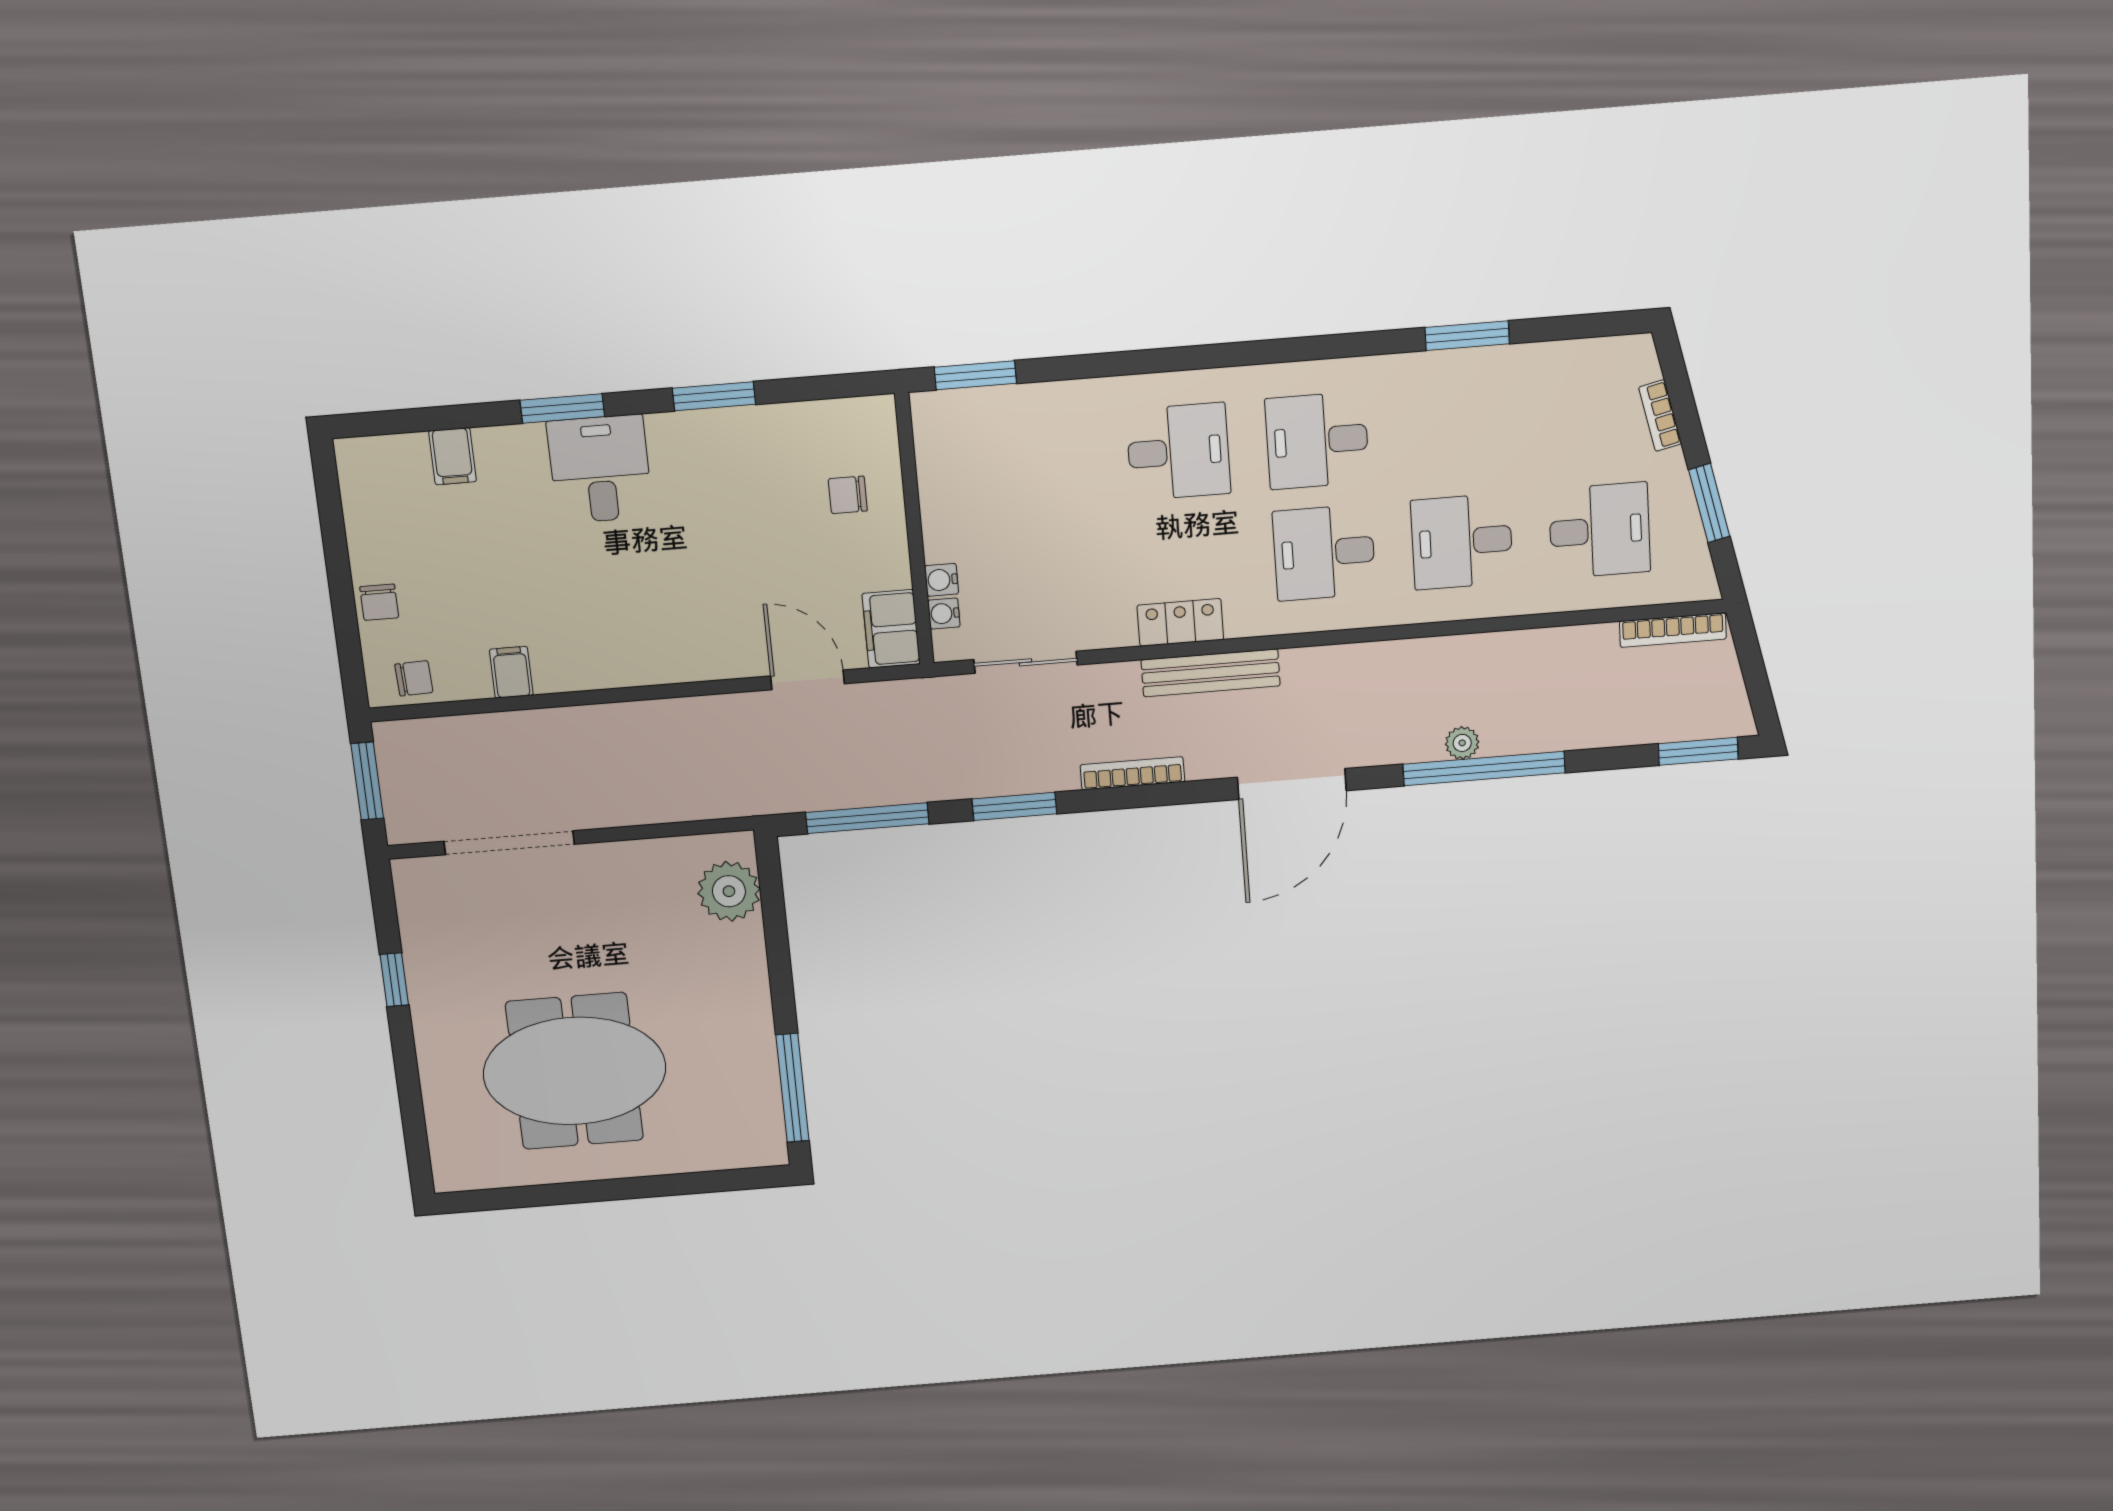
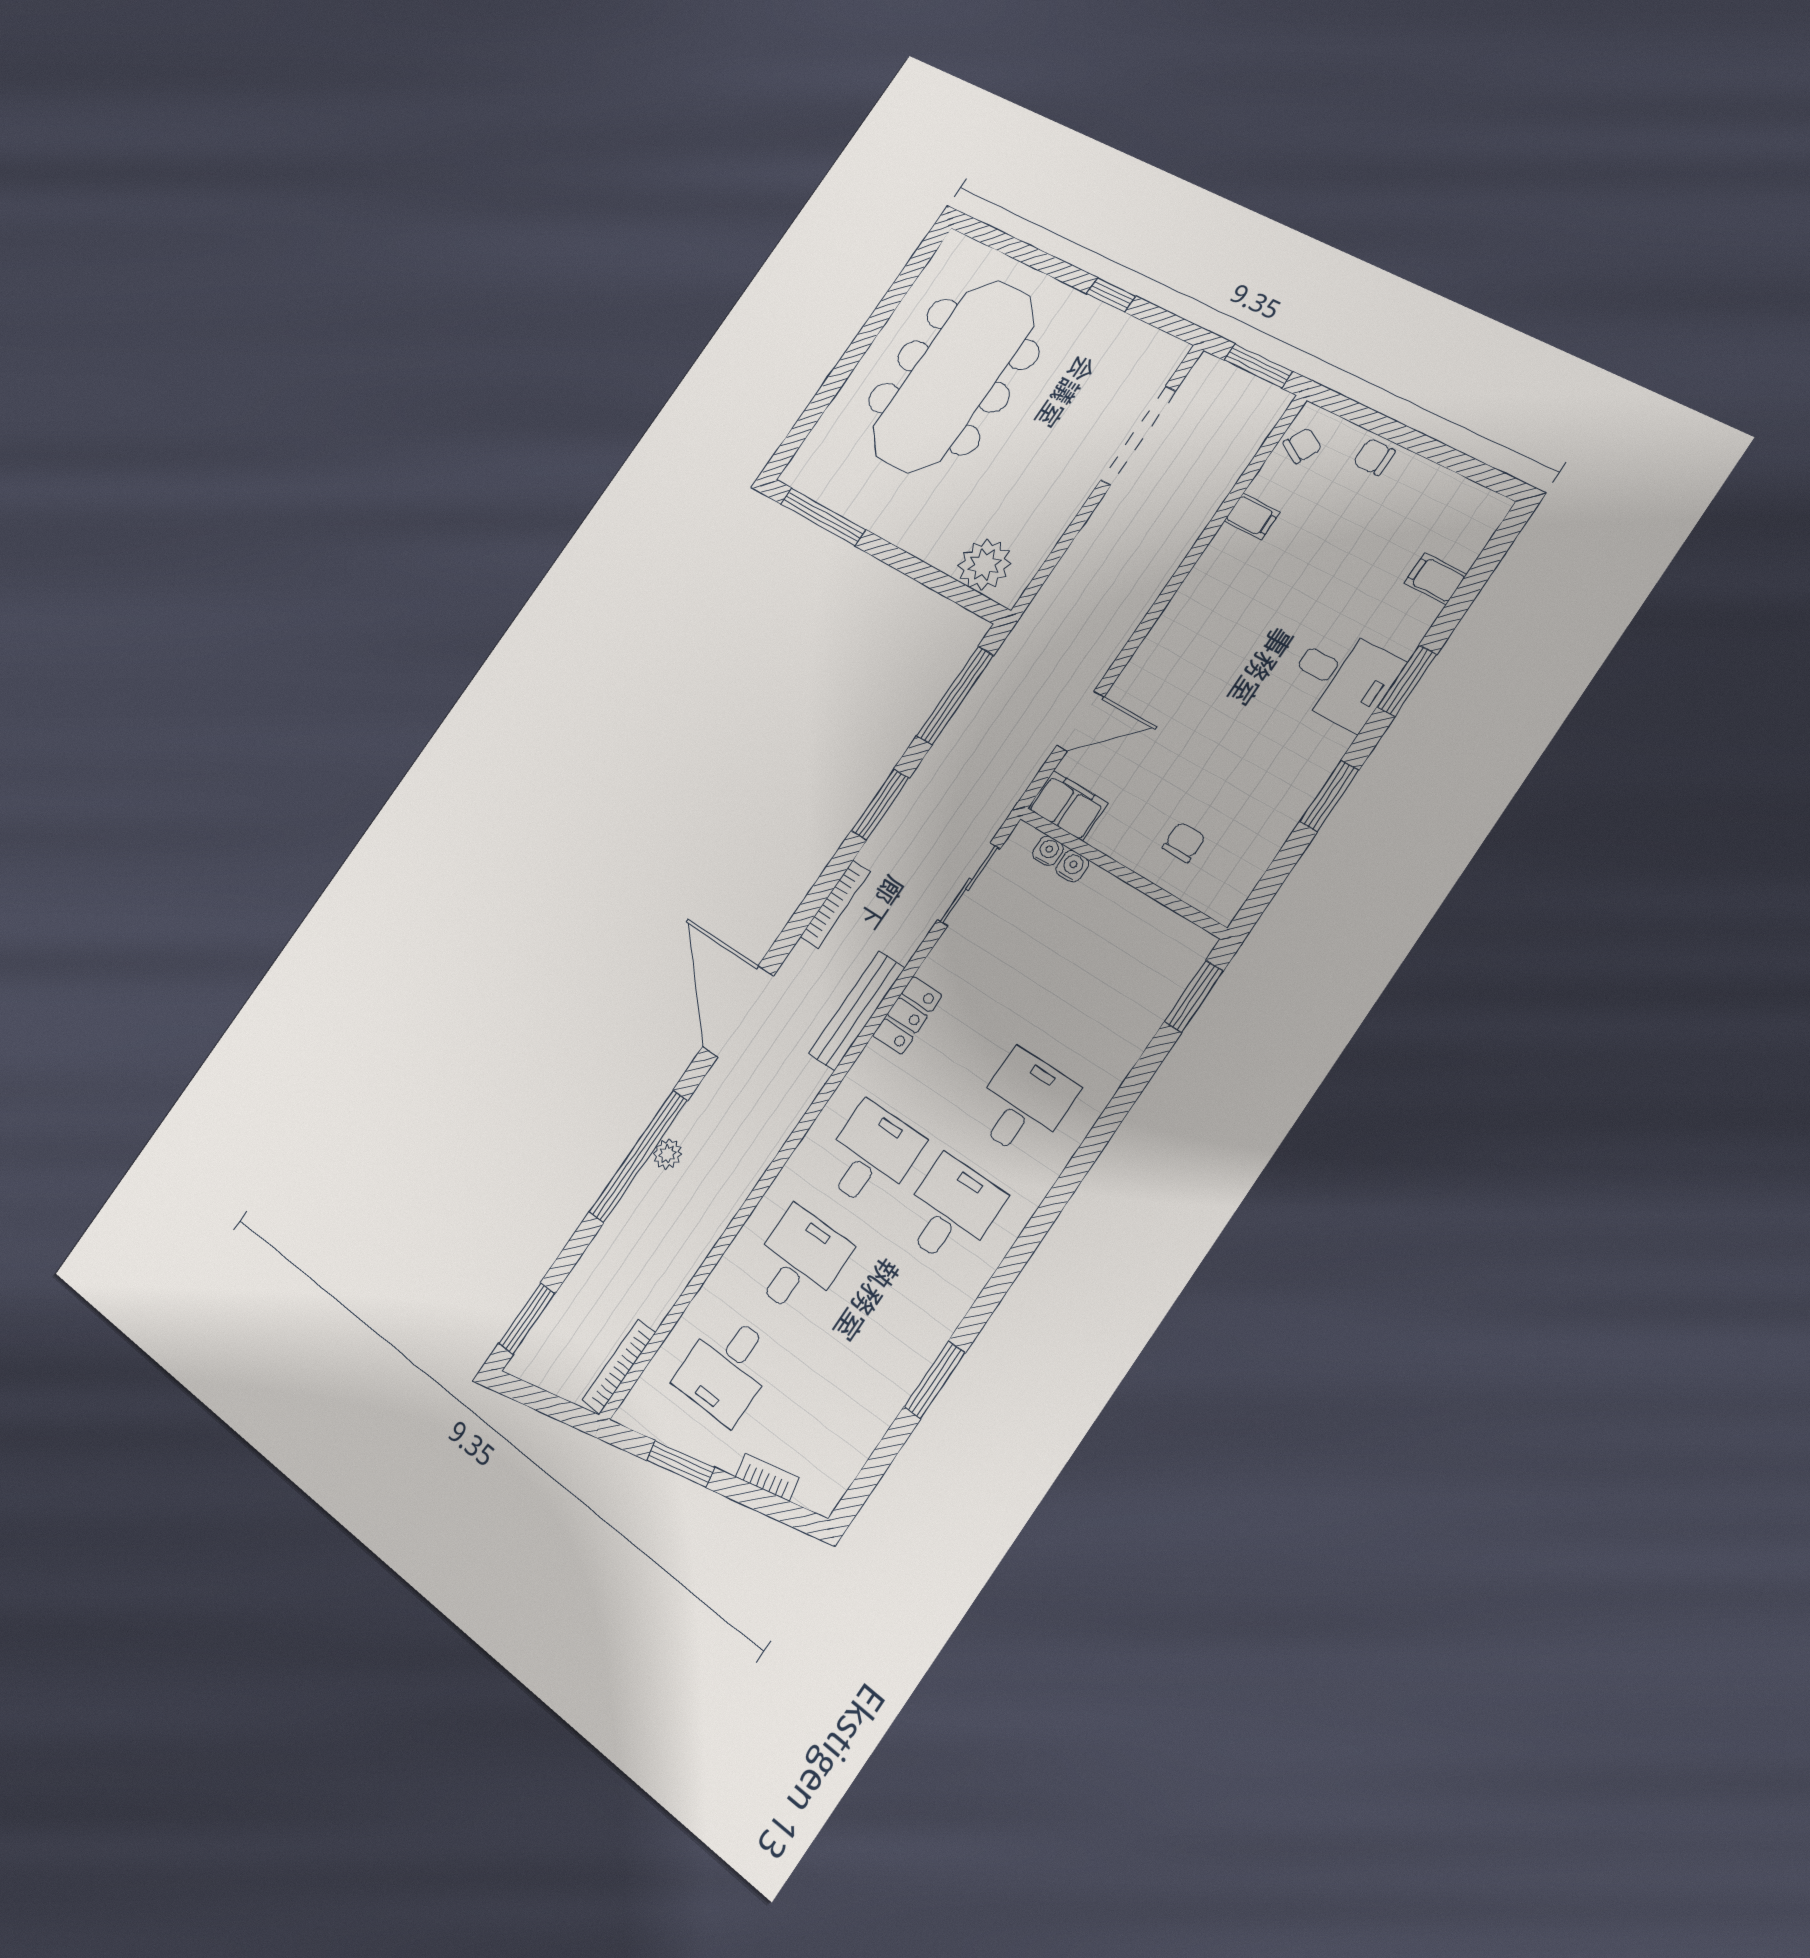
desk: (1178, 452) -> (1024, 1104), turned 180
chair: (414, 678) -> (1302, 446), turned -149
meeting table: (575, 1071) -> (953, 376), width x1.36

